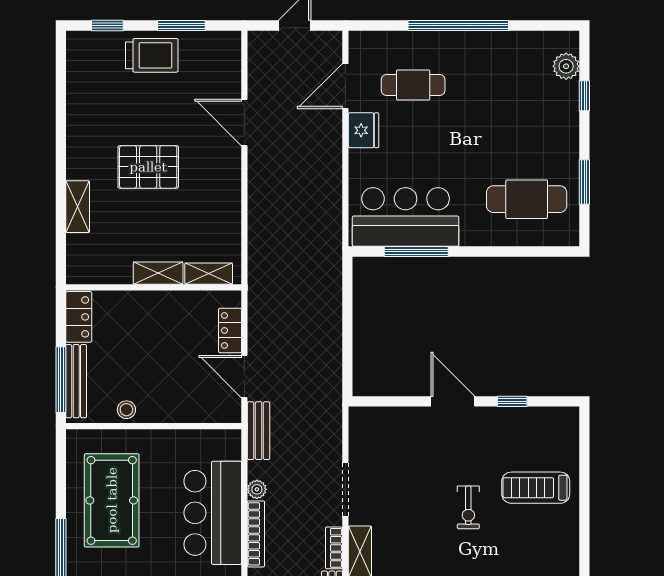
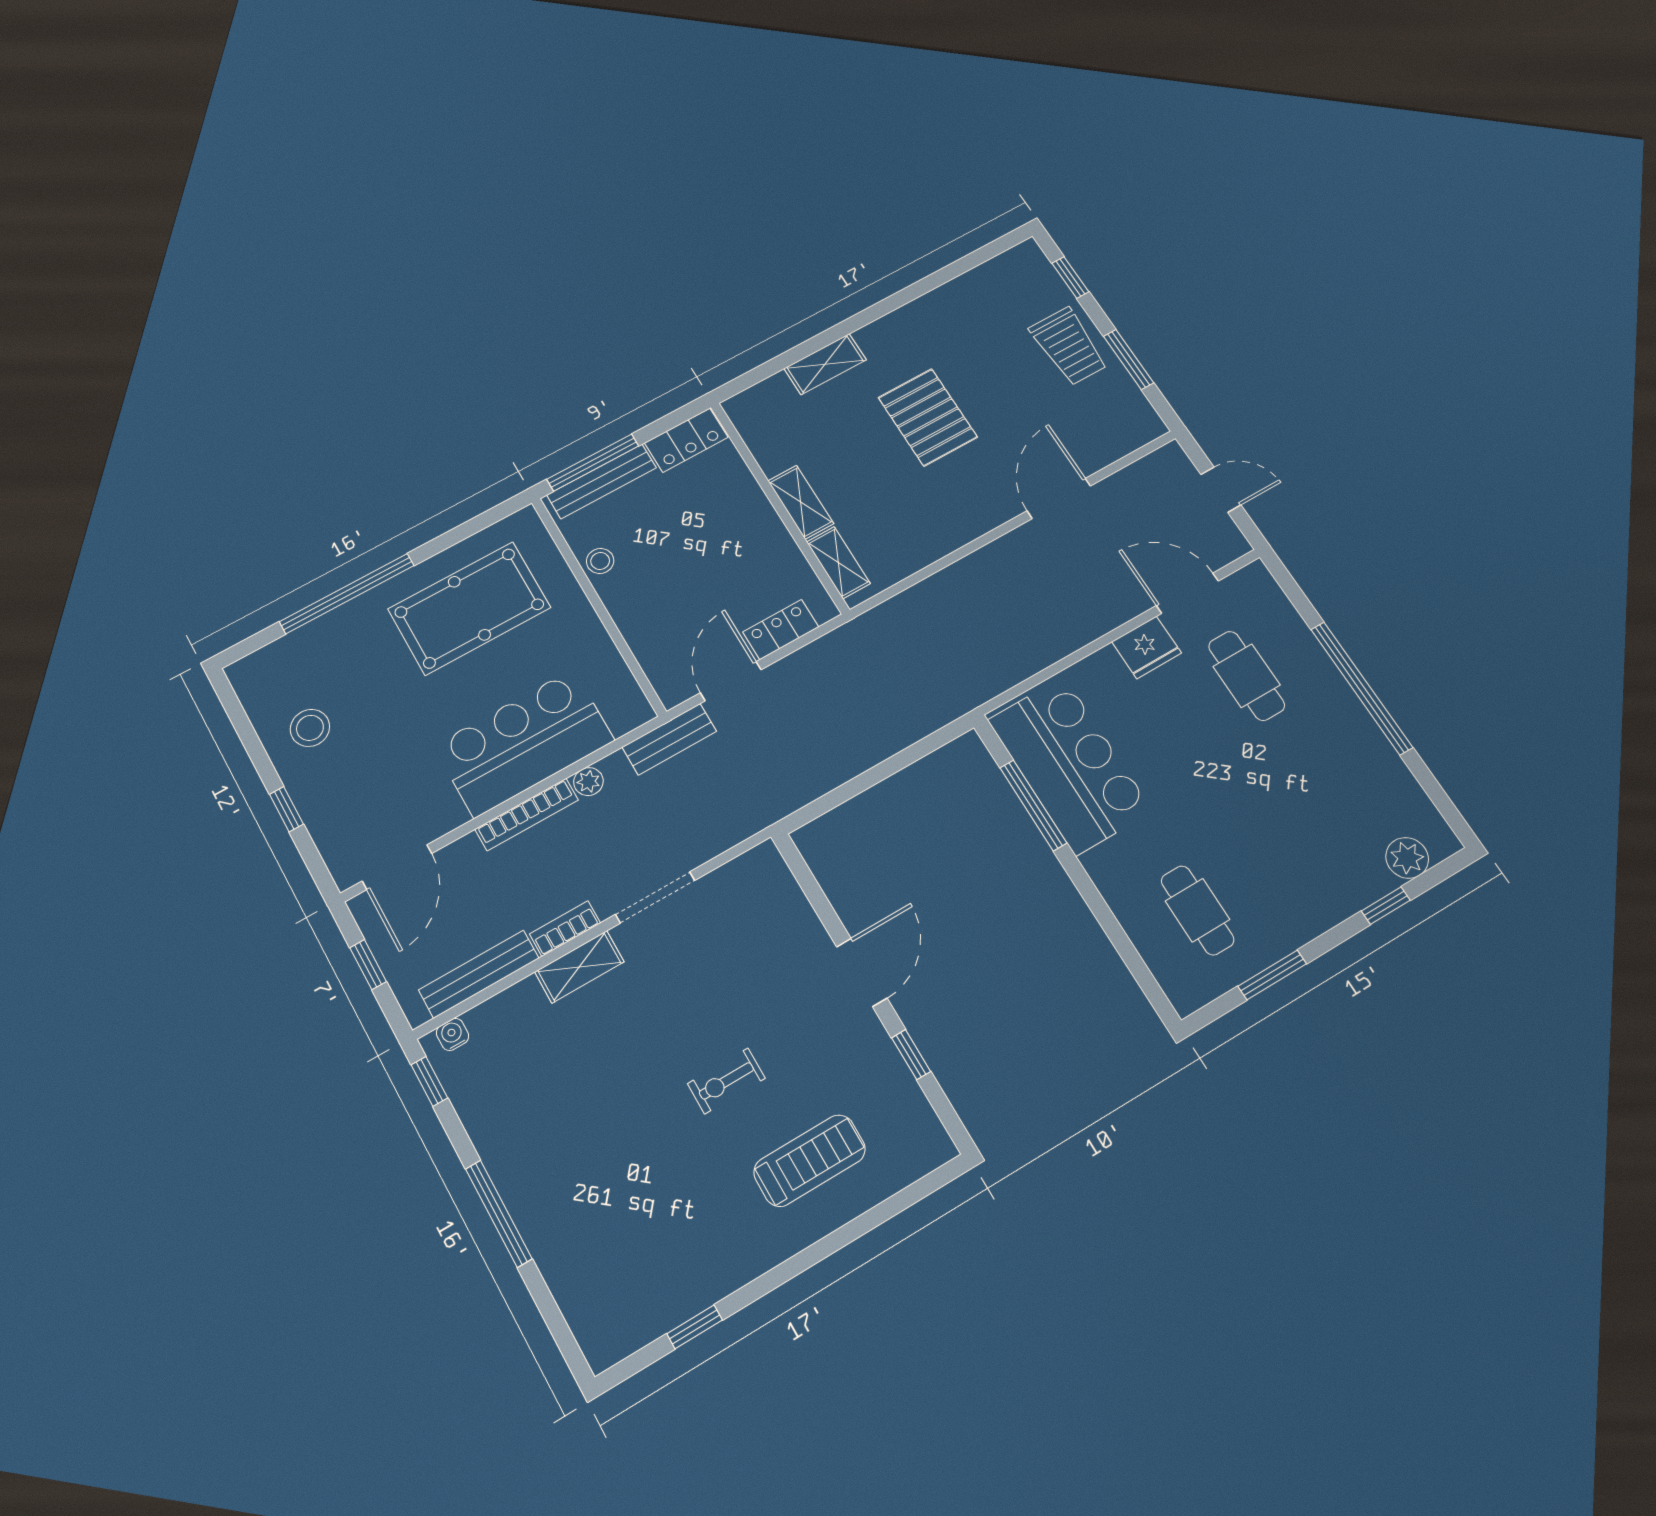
cafe table: (527, 199) -> (1198, 910), width x0.73, depth x0.74
treadmill: (536, 488) -> (810, 1161), turned 90

